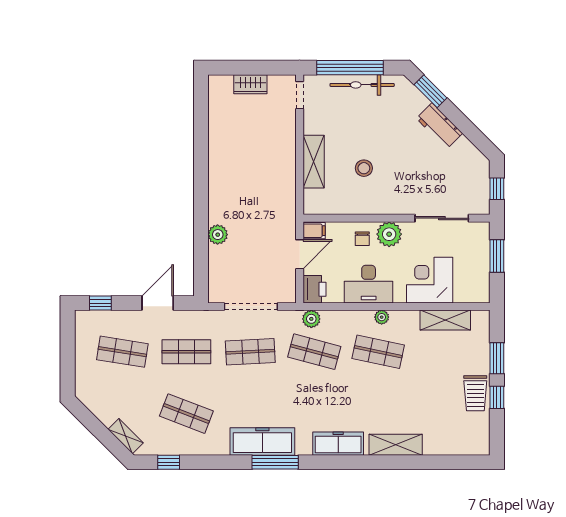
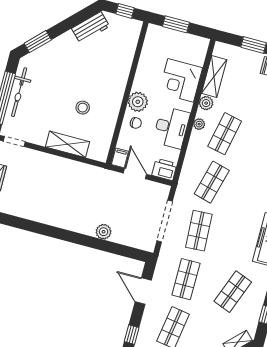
workbench: (439, 126) -> (91, 27), moved
sliding door: (442, 218) -> (136, 59), removed
plant: (311, 319) -> (206, 103), moved

